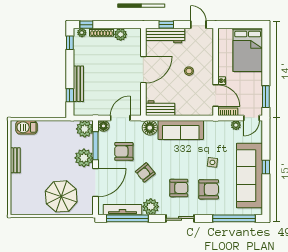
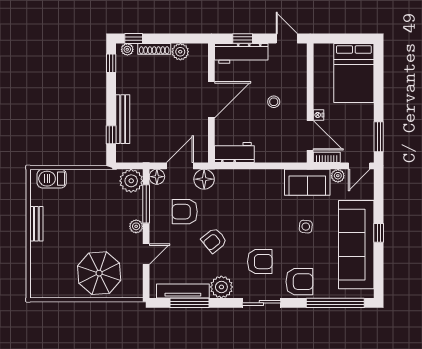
floor lamp: (150, 128) -> (204, 179), moved
sofa: (181, 130) -> (307, 182), moved, width x0.73
plant: (84, 158) -> (136, 226), width x0.53, depth x0.53
door: (96, 183) -> (146, 254), width x0.53
armchair: (209, 189) -> (299, 282), moved
window: (127, 218) -> (189, 303), width x0.68

